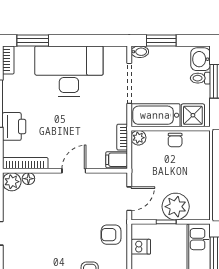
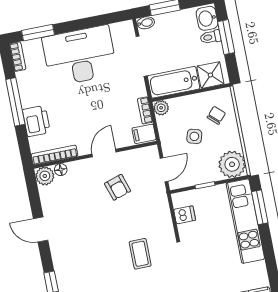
chair: (175, 140) -> (216, 115), moved, turned -137
side table: (165, 172) -> (194, 136), added
plant: (176, 207) -> (232, 164), moved
armchair: (111, 235) -> (118, 187), moved, turned -108

